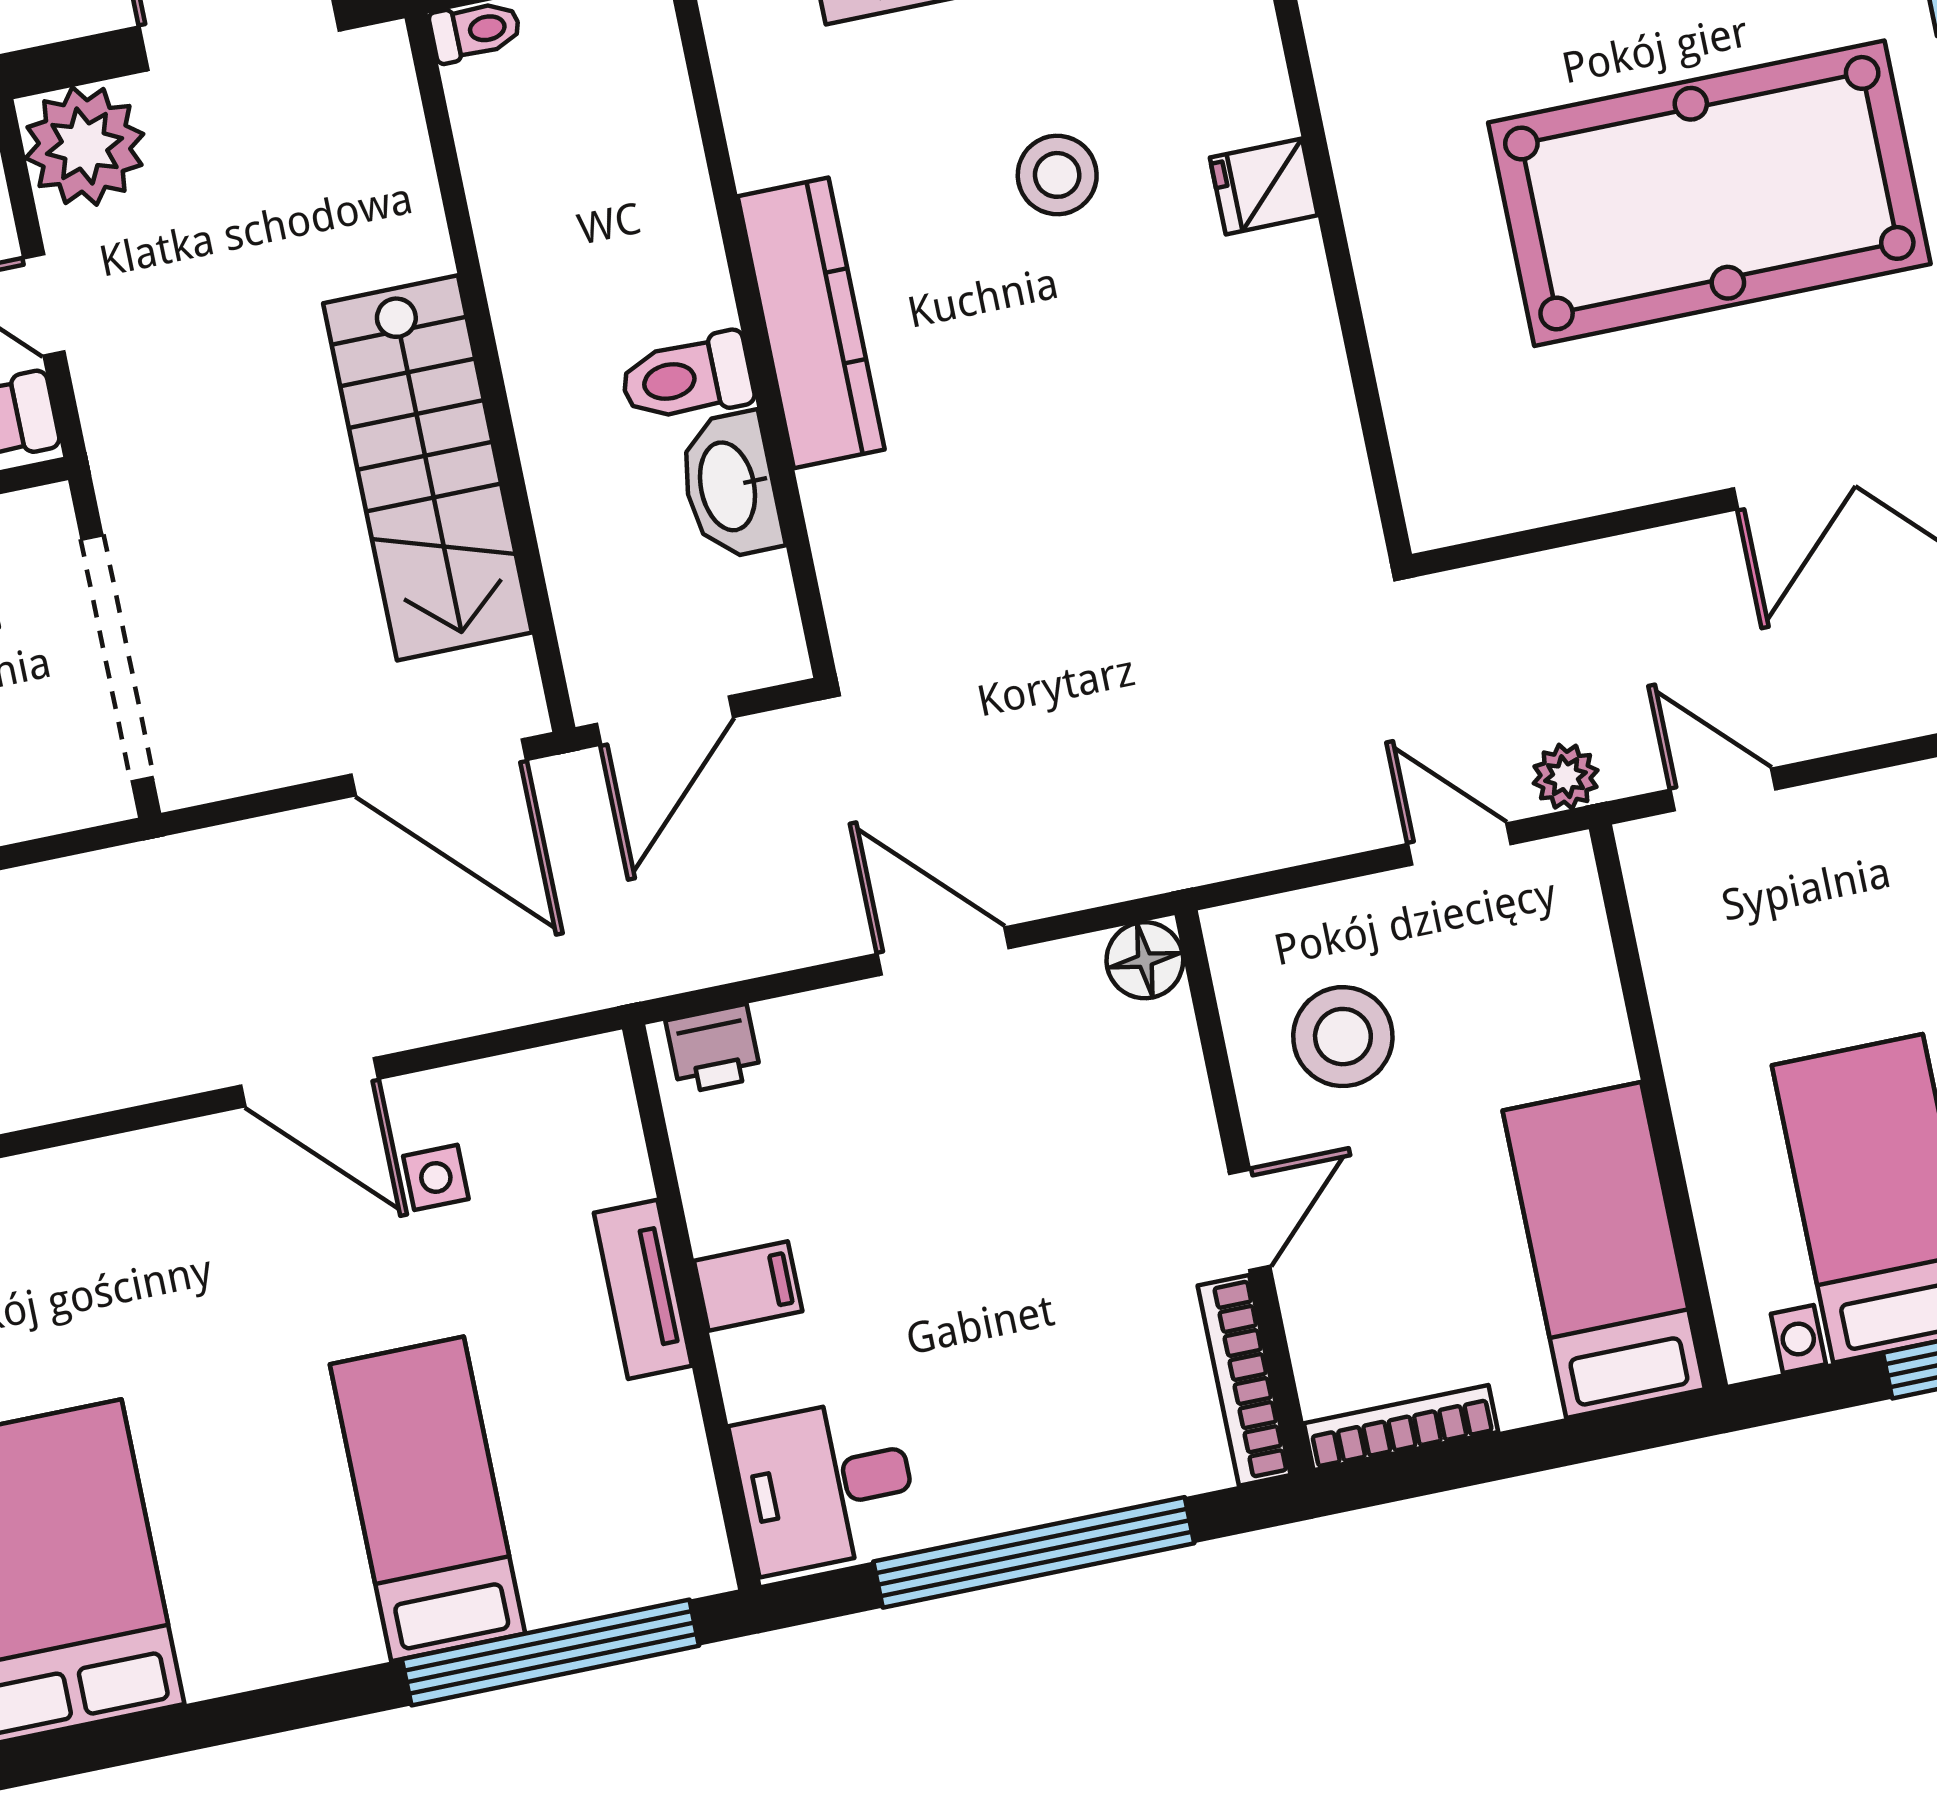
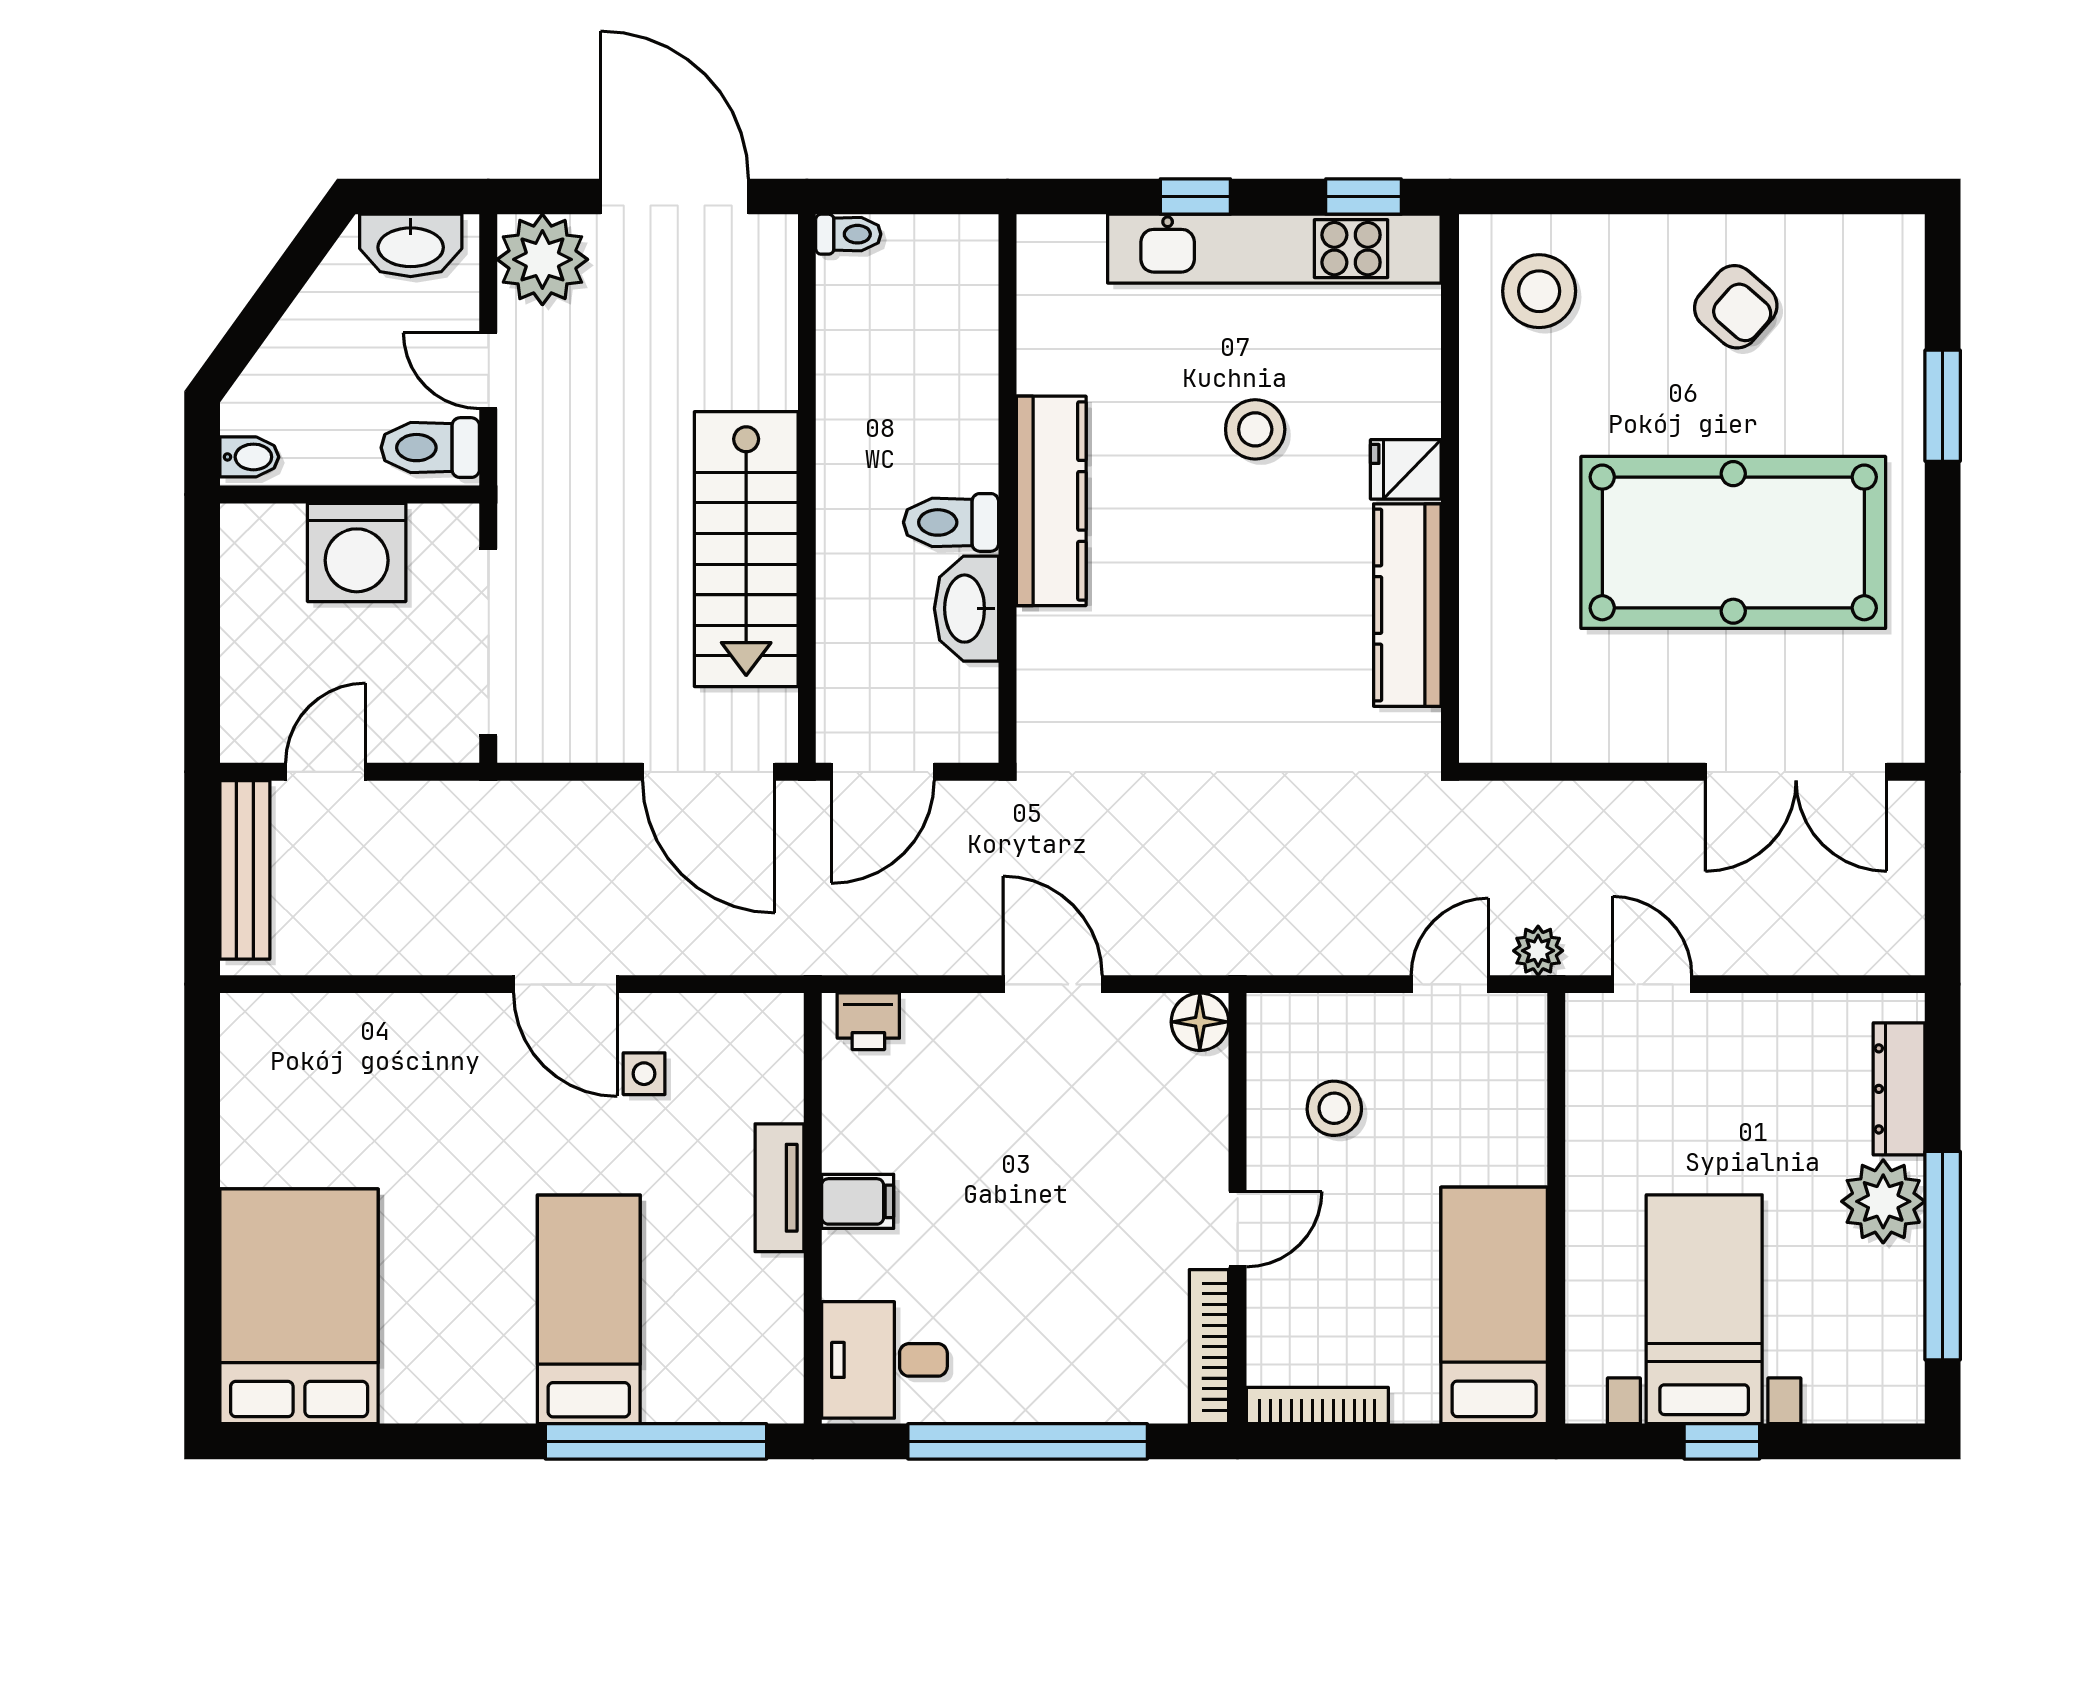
kitchen counter: (1302, 362) -> (1407, 605), added
door: (1459, 844) -> (1450, 984), hinge flipped
stool: (1343, 1037) -> (1334, 1108), width x0.73, depth x0.73

